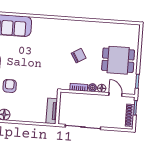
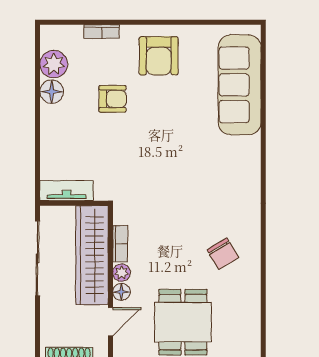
chair: (79, 56) -> (223, 254), moved
wardrobe: (83, 101) -> (92, 255), added

